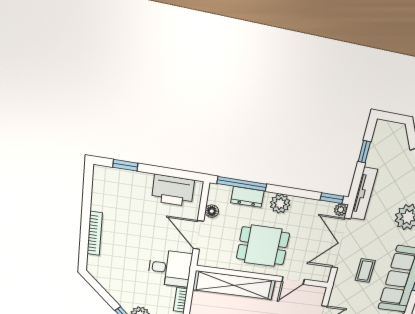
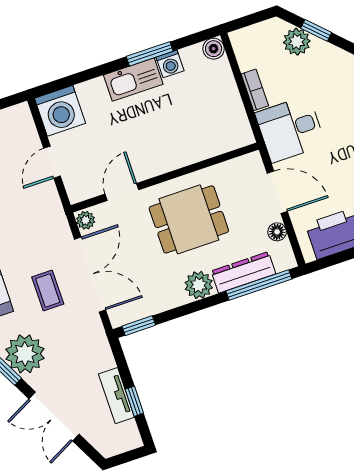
tv unit: (364, 194) -> (116, 396), moved, width x0.71
dresser: (247, 197) -> (243, 272), width x1.44
plant: (341, 210) -> (86, 220), moved
coffee table: (365, 271) -> (48, 290), moved
shelving: (234, 285) -> (196, 146), removed

